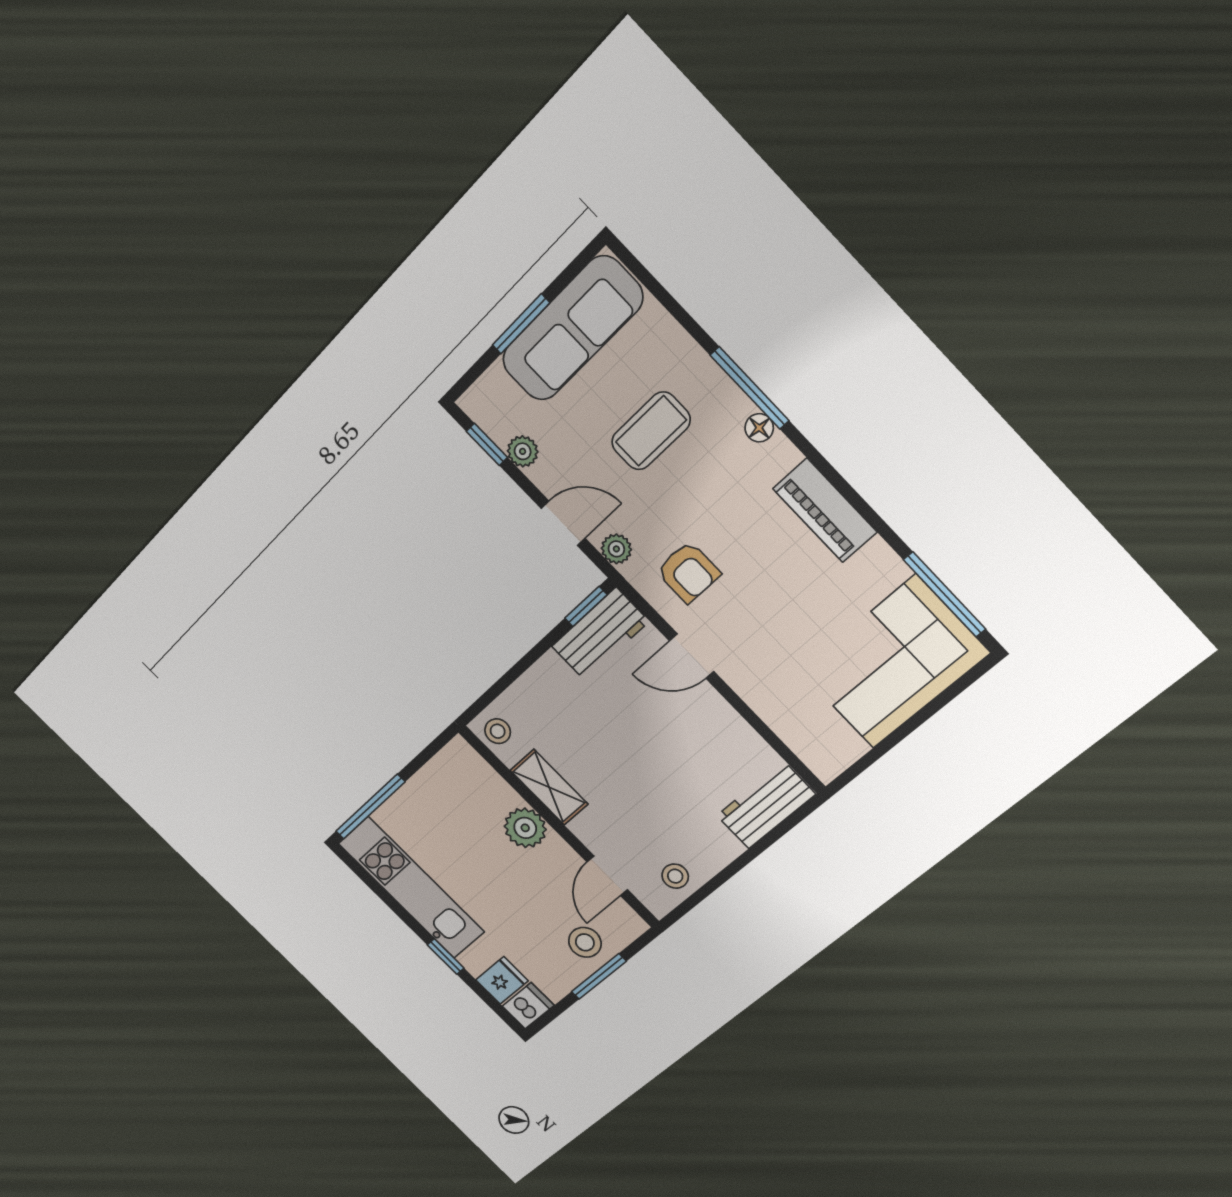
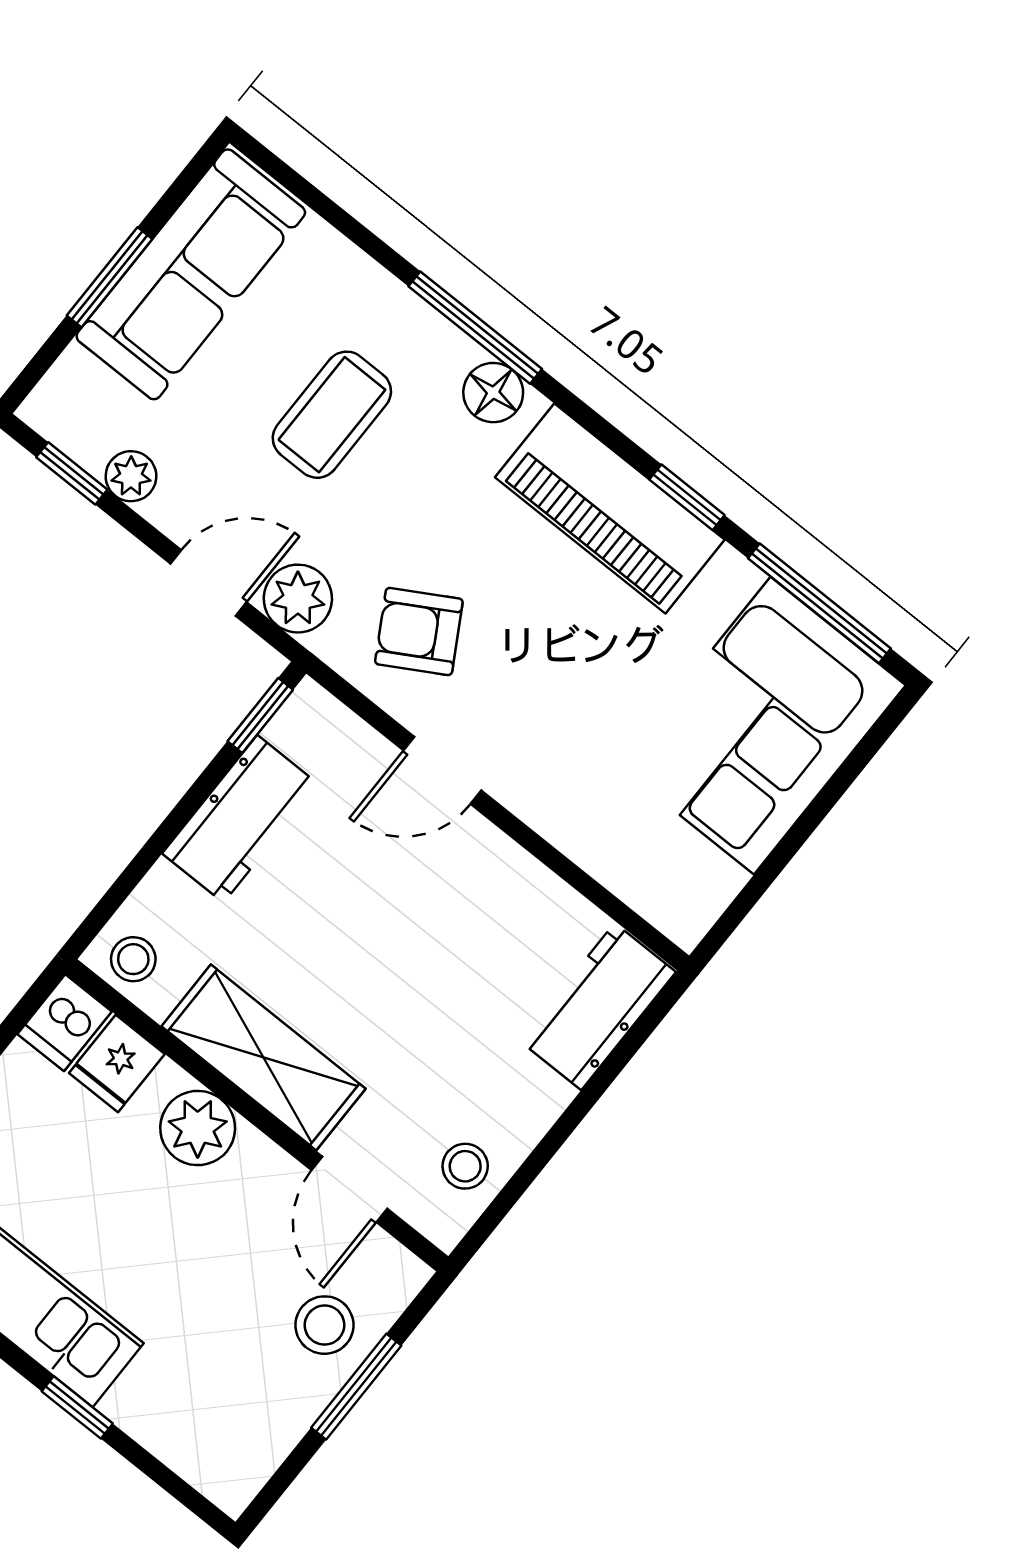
floor lamp: (759, 428) -> (493, 393), width x1.37, depth x1.37
piano: (825, 510) -> (610, 509), width x1.37, depth x1.33
window: (870, 516) -> (687, 497), added
plant: (616, 549) -> (298, 599), width x1.38, depth x1.38
armchair: (688, 572) -> (419, 632), turned 150
workbench: (600, 634) -> (240, 819), moved
shelving: (549, 787) -> (264, 1057), width x1.50, depth x1.33
fridge: (502, 980) -> (117, 1063), moved, turned 180
dishwasher: (528, 1006) -> (65, 1023), moved, turned 180

